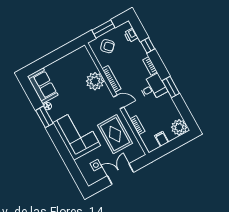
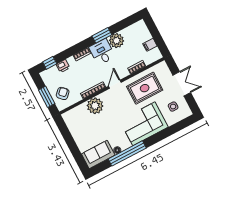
printer: (131, 35) -> (63, 66), moved
window: (148, 45) -> (50, 63), moved
window: (44, 117) -> (127, 153), width x2.11
plant: (179, 127) -> (116, 41), moved
double door: (121, 174) -> (182, 84), swing flipped

